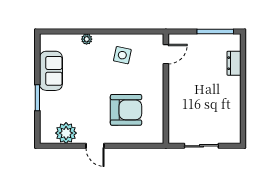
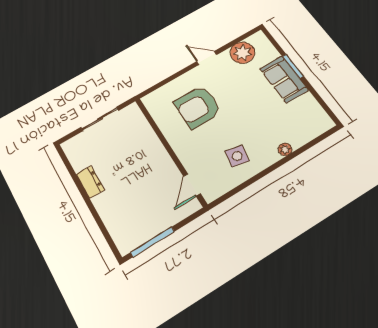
dresser: (234, 63) -> (90, 182), moved
sofa: (51, 71) -> (284, 79), moved

